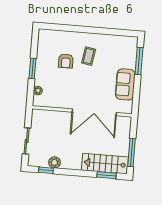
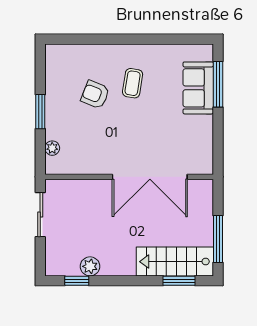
armchair: (66, 61) -> (95, 95), turned 112
sofa: (125, 84) -> (198, 88), moved
sliding door: (27, 141) -> (40, 215), moved

